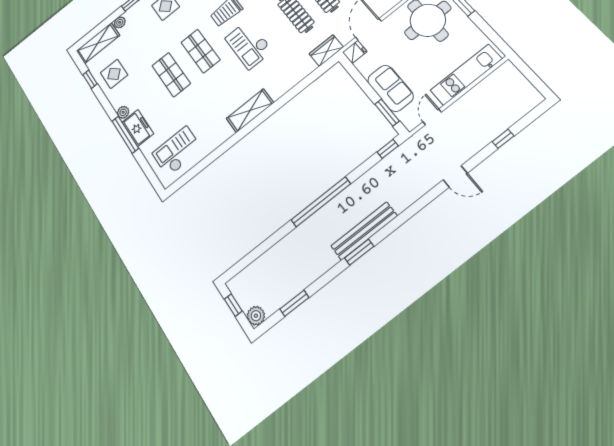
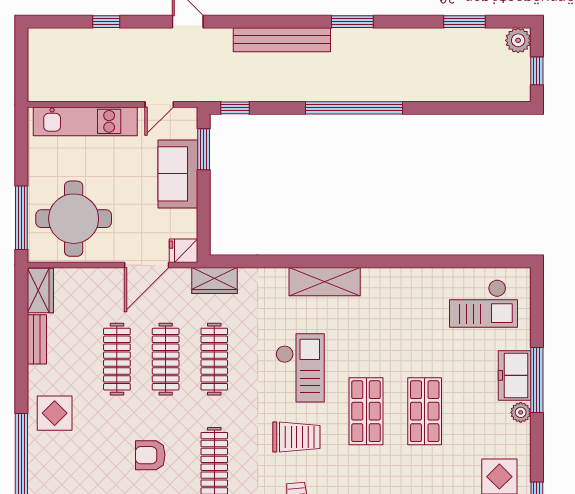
shelving: (250, 111) -> (325, 282), moved
bench: (364, 231) -> (282, 40), moved

